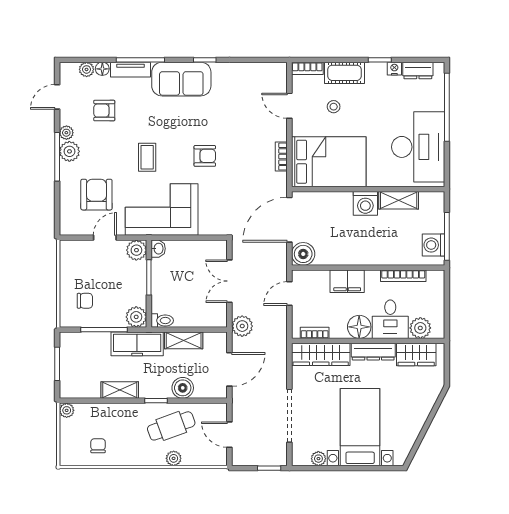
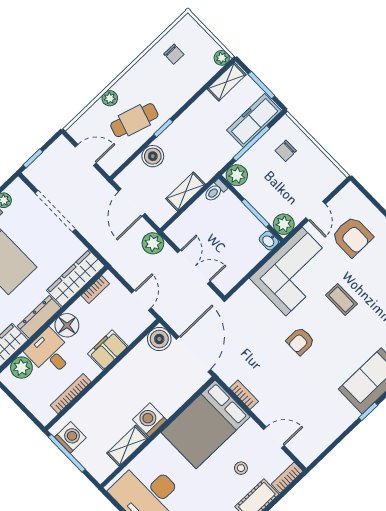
freezer: (137, 344) -> (254, 121), moved
shelving: (120, 390) -> (227, 82), moved
cafe table: (171, 426) -> (134, 120), turned 37

